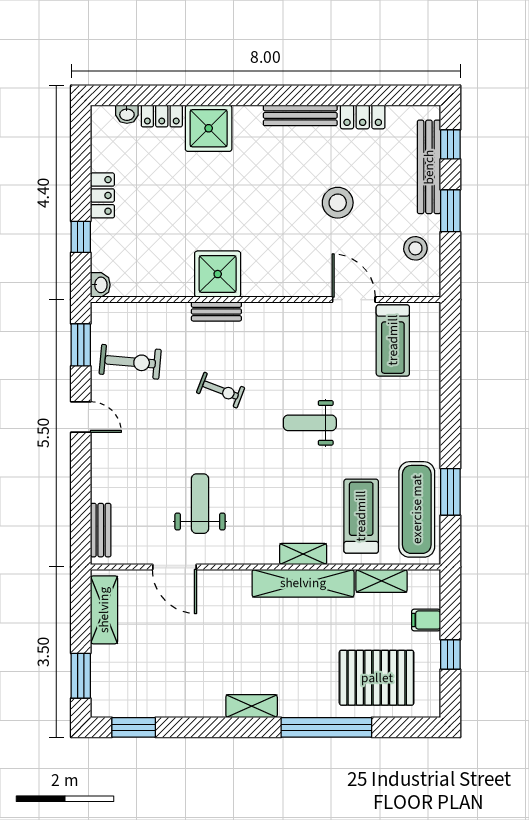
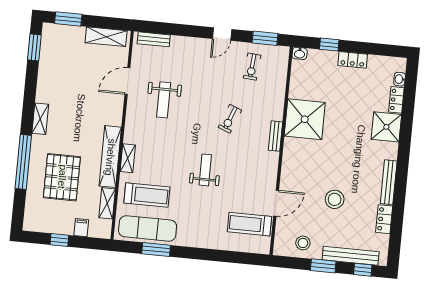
shower: (218, 274) -> (305, 119), width x1.37, depth x1.37
bench: (216, 311) -> (275, 136), moved
exercise bike: (130, 362) -> (252, 67), width x0.73, depth x0.72
weight bench: (200, 504) -> (164, 100), turned 90
pallet: (377, 678) -> (62, 177), moved

